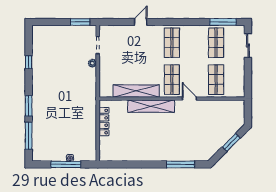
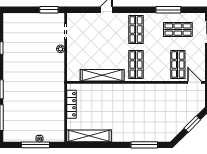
window: (223, 22) -> (168, 10), moved
shop shelf: (216, 43) -> (178, 29), turned 90
door: (189, 99) -> (194, 82), moved
shelving: (151, 106) -> (89, 136), moved

